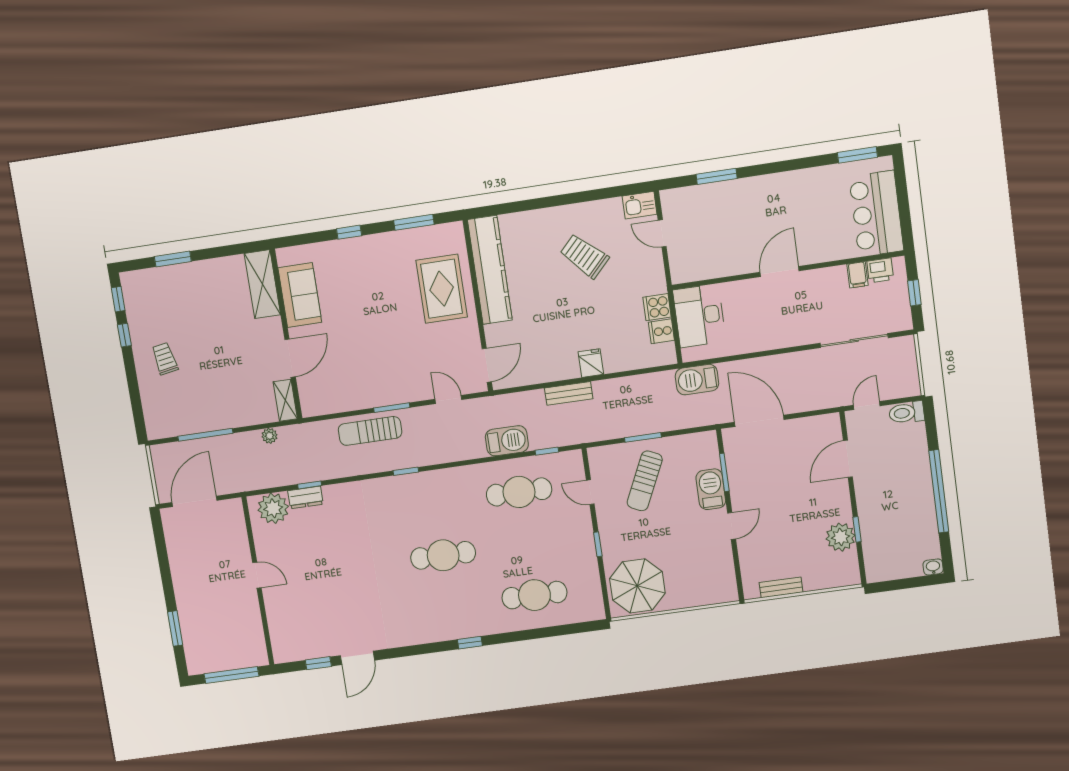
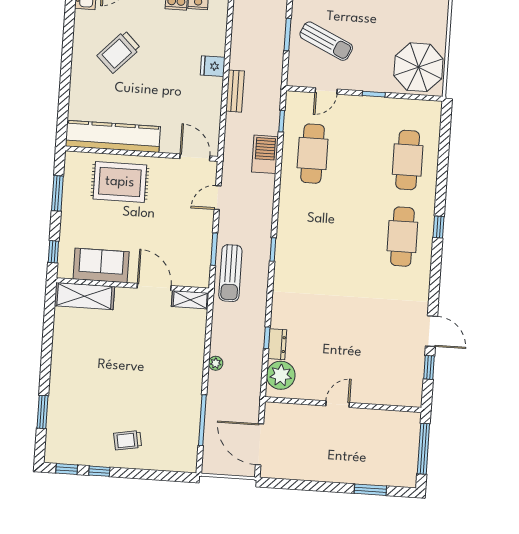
shelving: (262, 284) -> (84, 296), moved
sofa: (300, 295) -> (101, 265), moved
wall: (286, 334) -> (133, 285), moved
door: (290, 358) -> (154, 287), moved
shelving: (285, 400) -> (190, 300), moved
cafe table: (443, 555) -> (402, 237), moved

